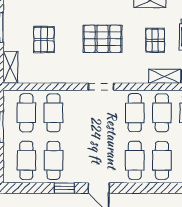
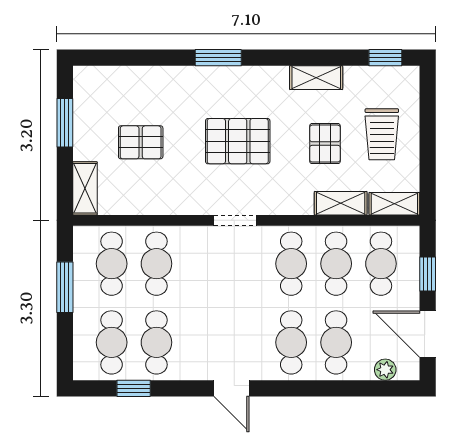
pallet: (44, 40) -> (141, 142), turned 90
window: (64, 188) -> (134, 388), moved

